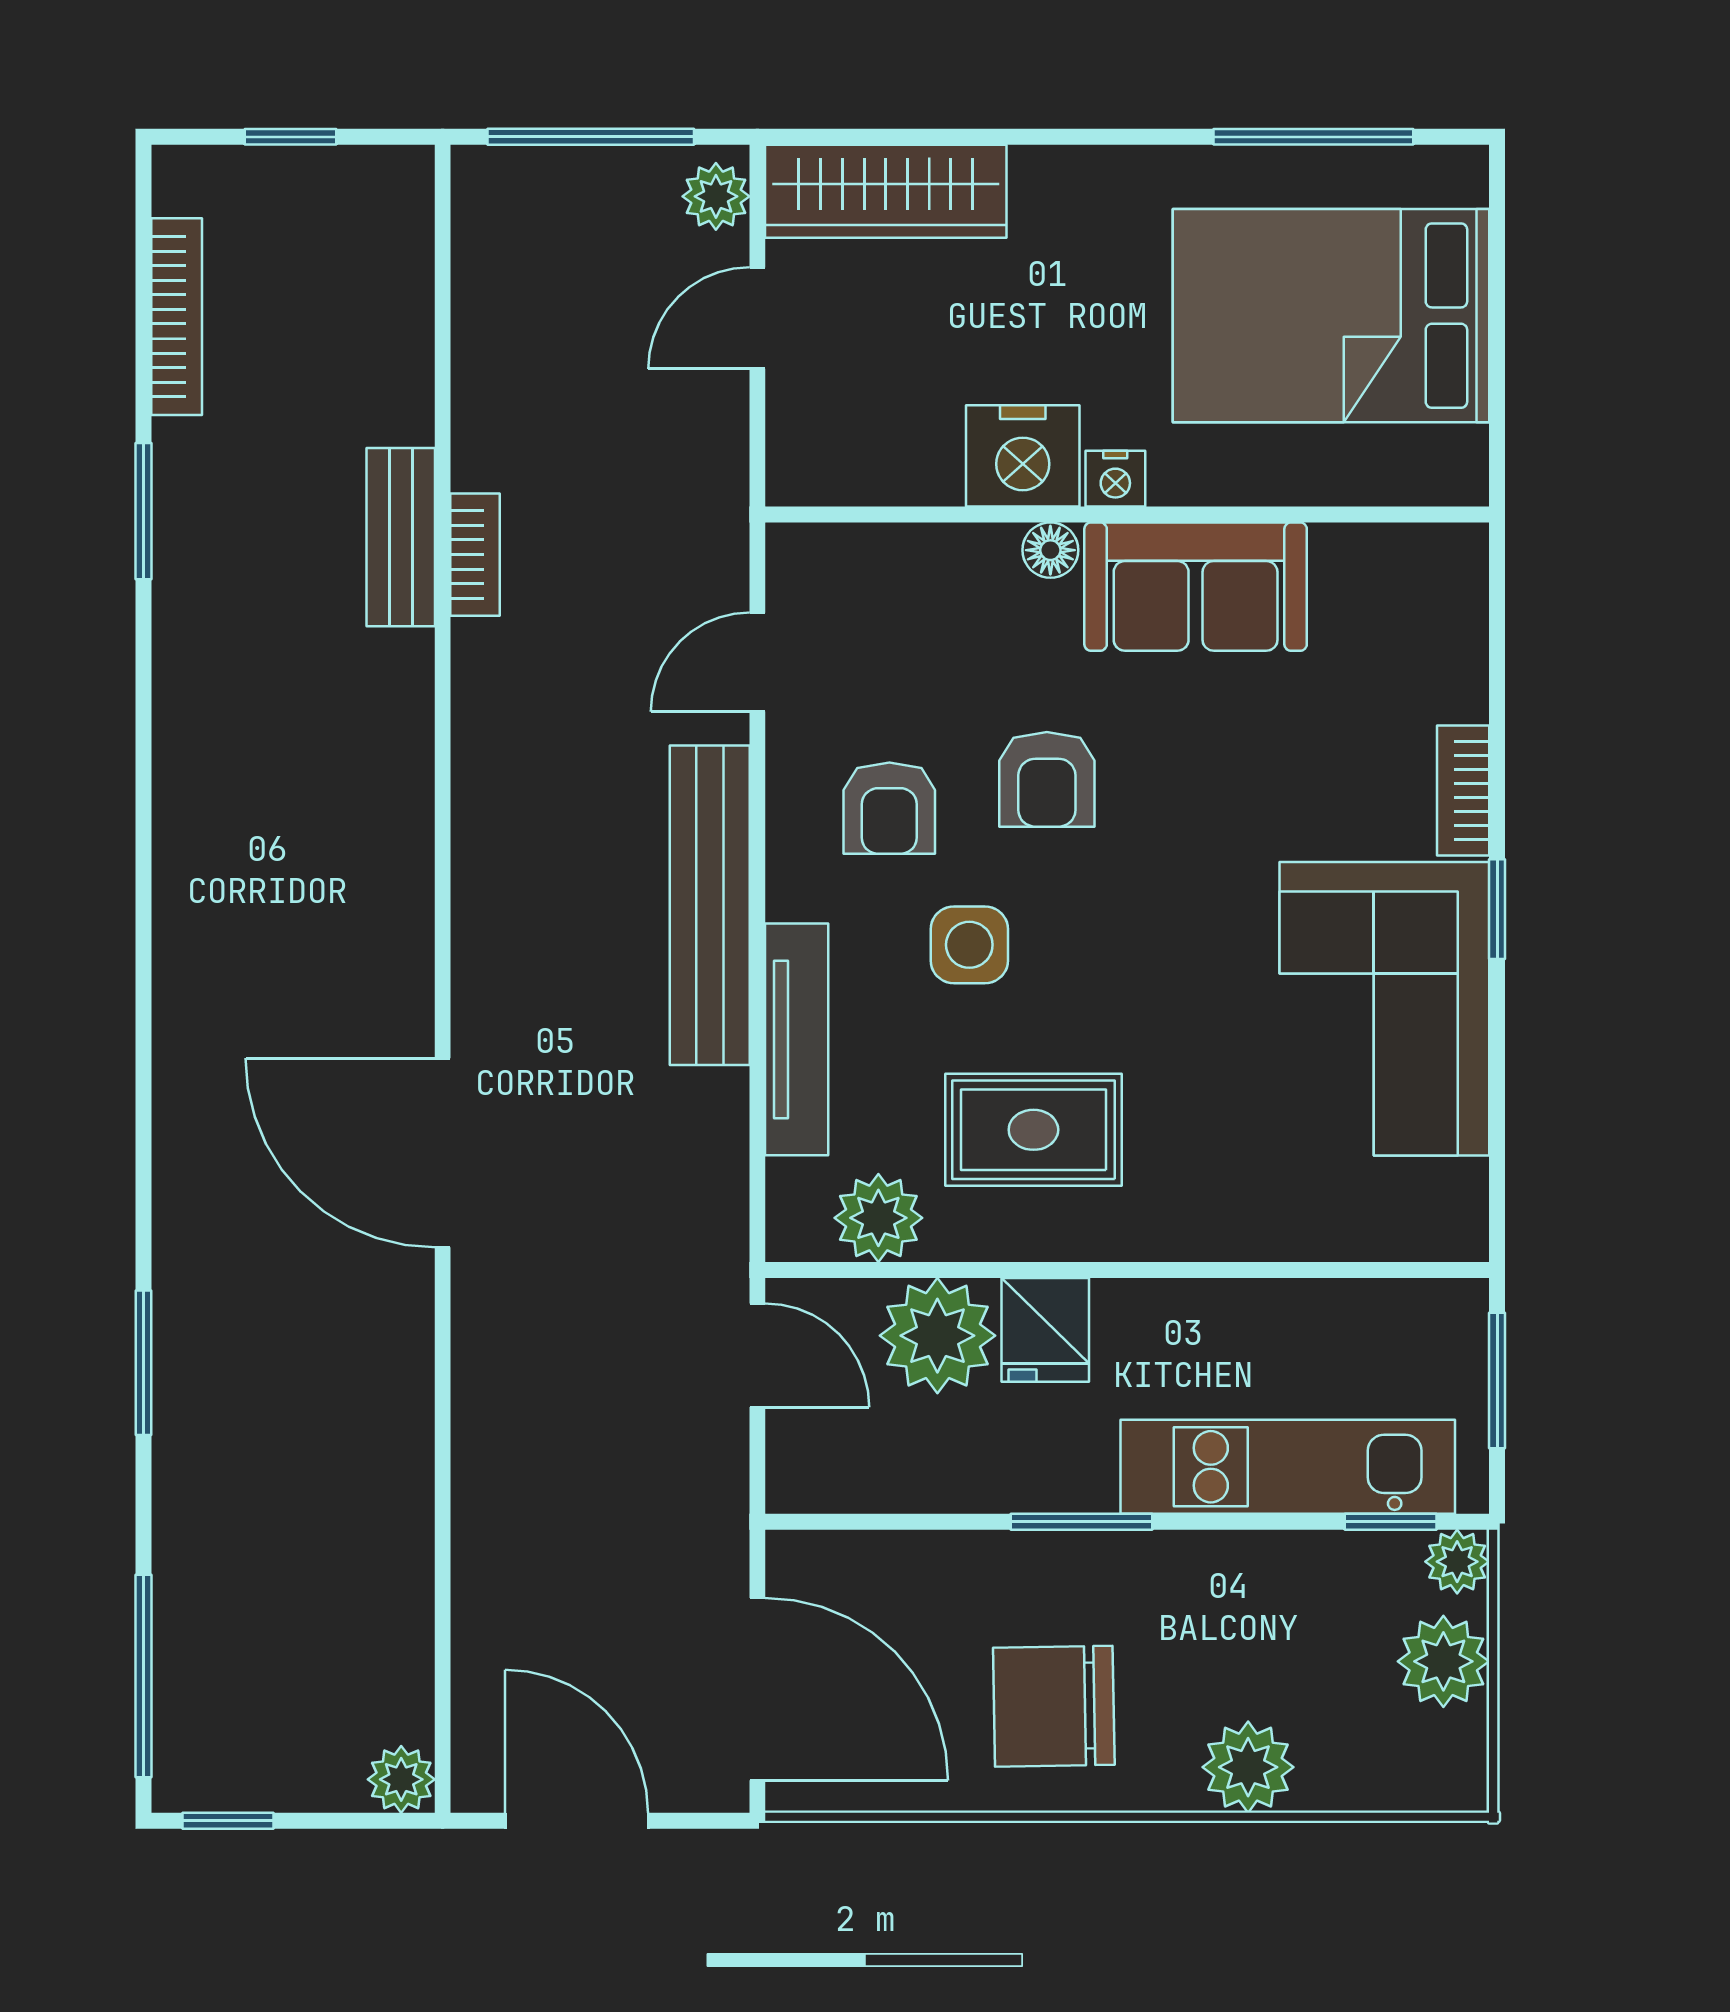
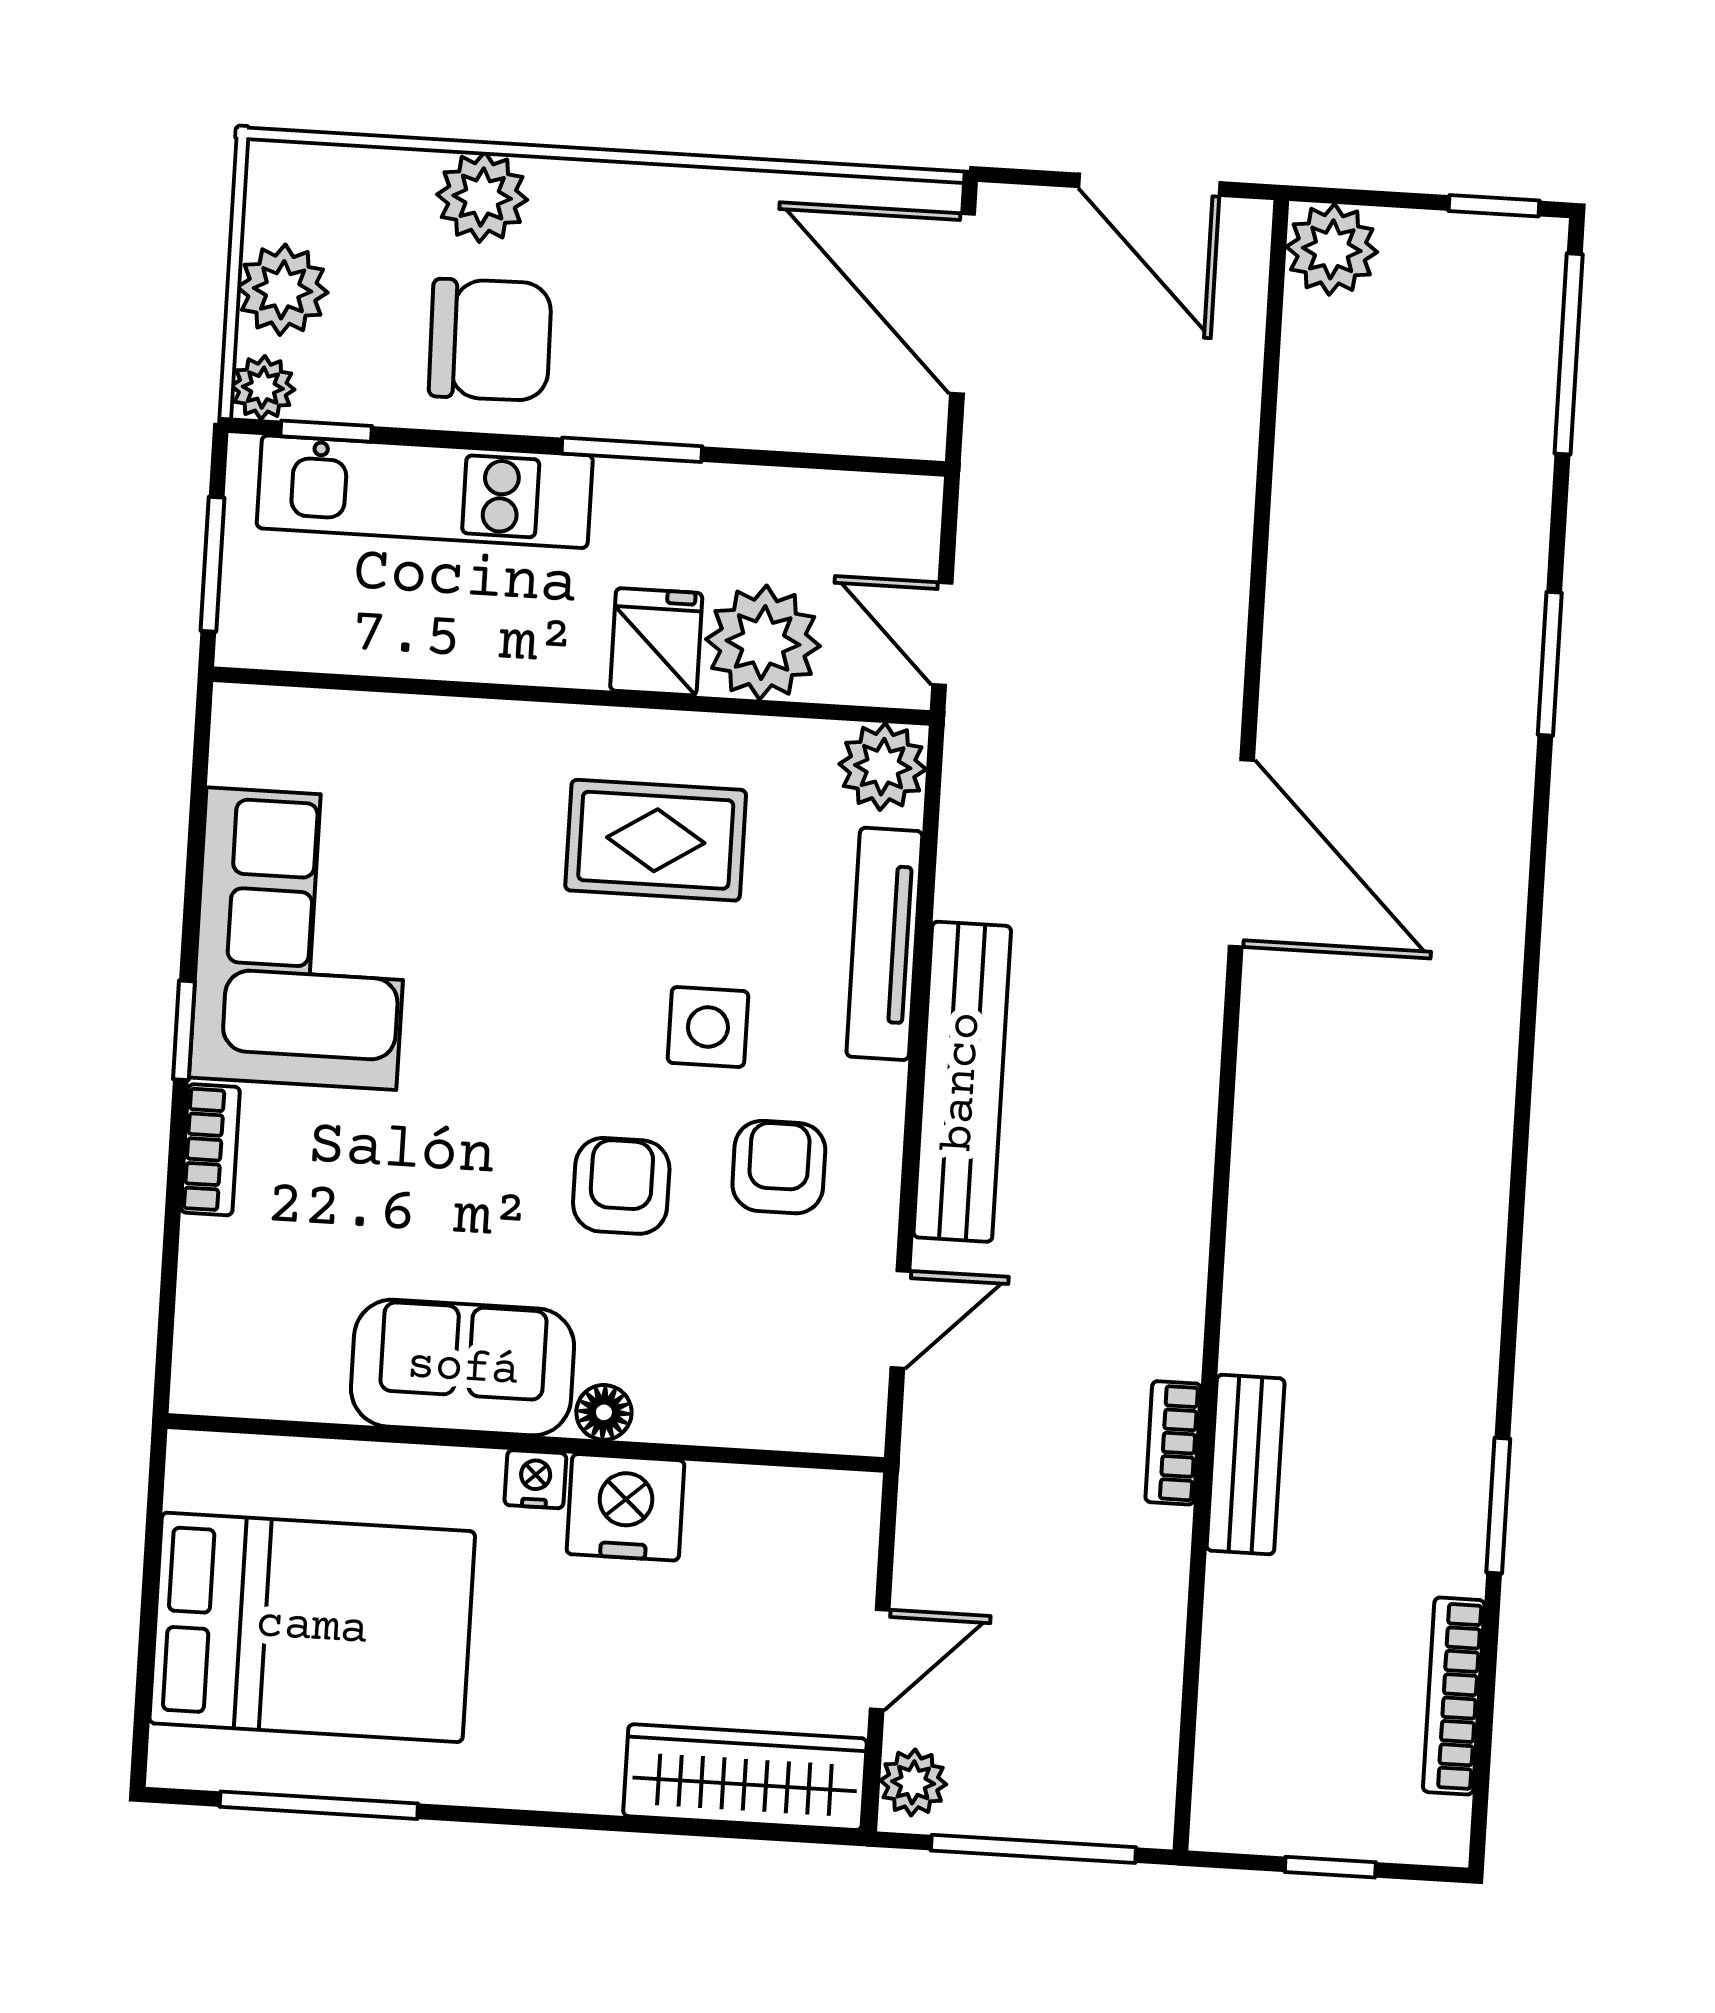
plant: (878, 1218) -> (883, 767), moved
chair: (1054, 1706) -> (490, 340), moved
plant: (401, 1779) -> (1332, 249), width x1.38, depth x1.38

